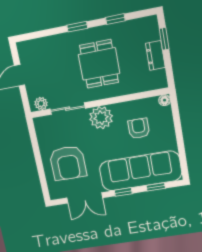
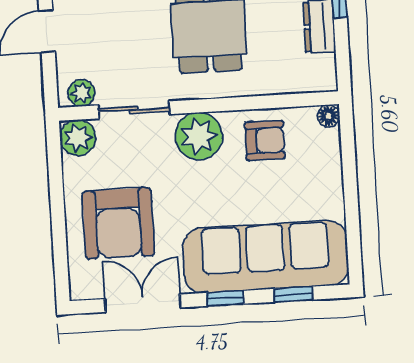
plant: (43, 125) -> (78, 138), added
armchair: (139, 128) -> (265, 140), moved, turned 90
double door: (85, 198) -> (143, 303), swing flipped

